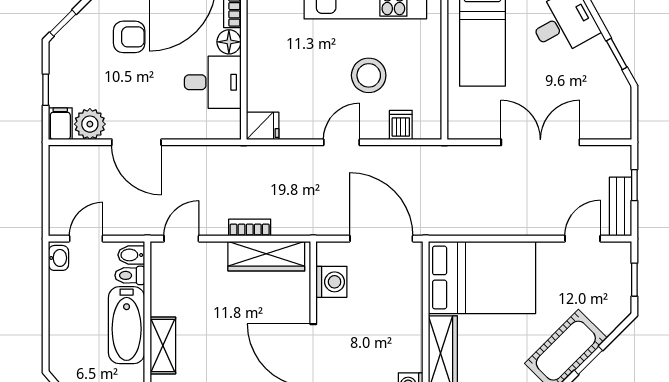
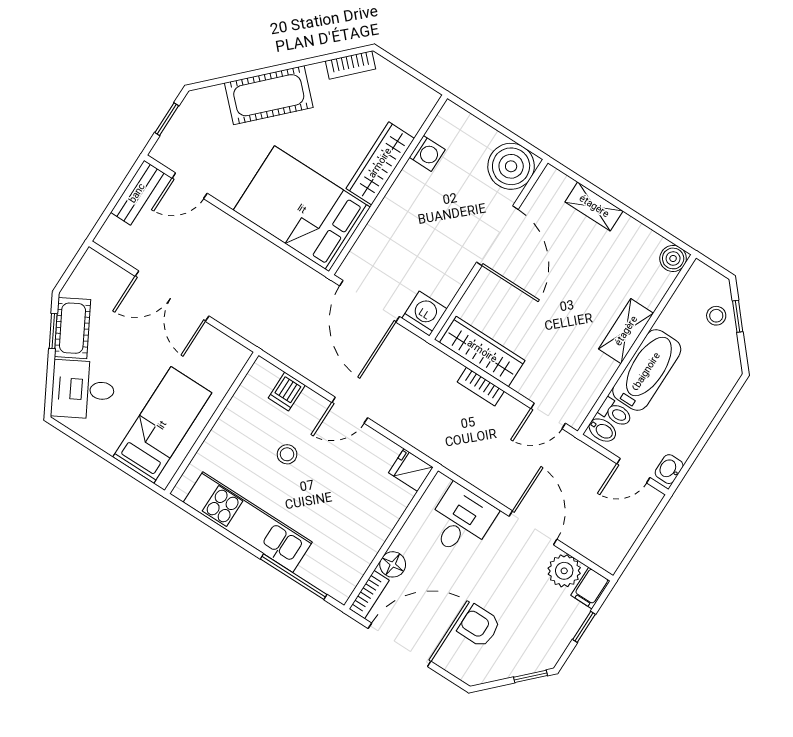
cot: (603, 66) -> (72, 328), added
stool: (369, 75) -> (287, 454), width x0.53, depth x0.53
desk: (213, 82) -> (461, 521), moved, turned 90
window: (634, 185) -> (113, 204), removed
washing machine: (331, 282) -> (424, 314), moved, turned 90
window: (589, 360) -> (254, 73), removed

